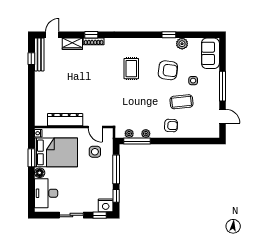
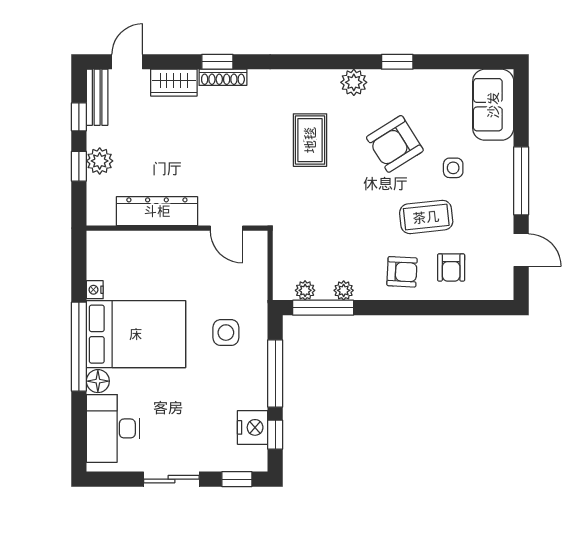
plant: (182, 44) -> (354, 82), moved
bench: (39, 54) -> (97, 97), width x0.73
armchair: (168, 70) -> (395, 144), turned 141
plant: (40, 78) -> (100, 161), added
window: (31, 80) -> (79, 166), added
dresser: (65, 120) -> (157, 211), moved
armchair: (192, 124) -> (451, 267), added
wall: (74, 127) -> (177, 228), moved
door: (95, 127) -> (226, 228), moved
window: (31, 158) -> (79, 347), width x2.11
nightstand: (106, 205) -> (253, 427), moved, turned -90

